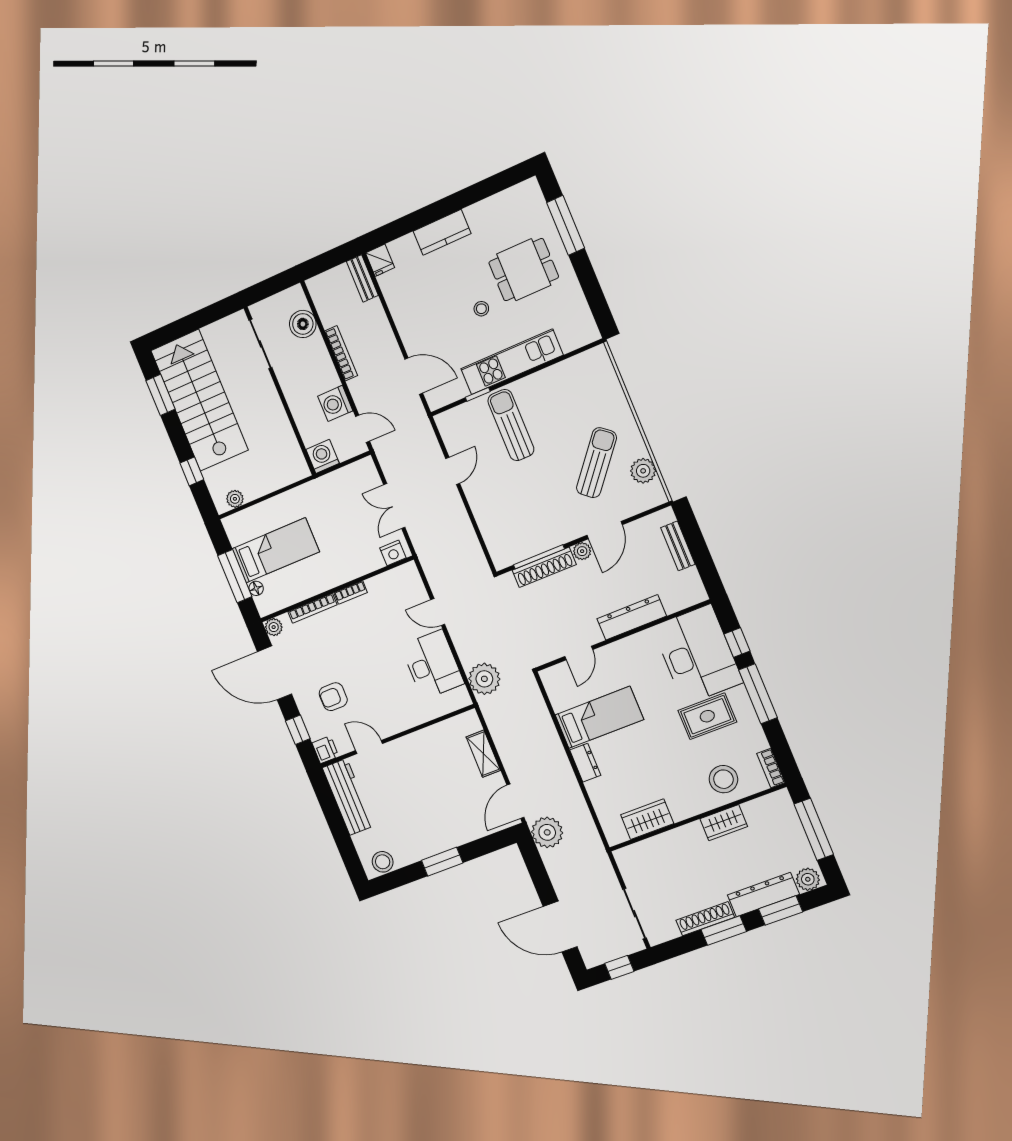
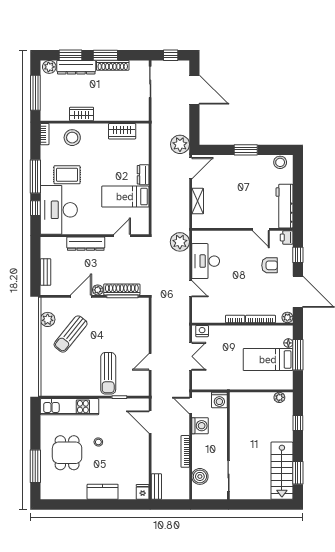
dining table: (524, 270) -> (67, 453), turned 90
kitchen unit: (512, 362) -> (69, 407), moved
stairs: (199, 400) -> (282, 471), width x0.73, depth x0.66

